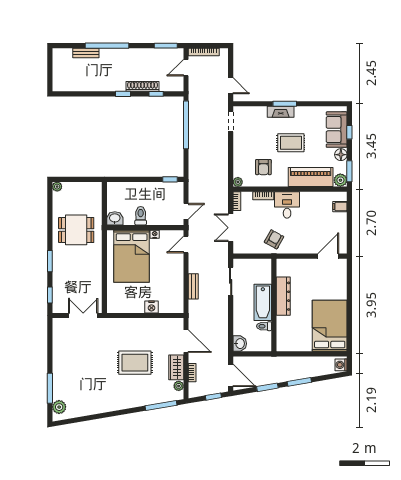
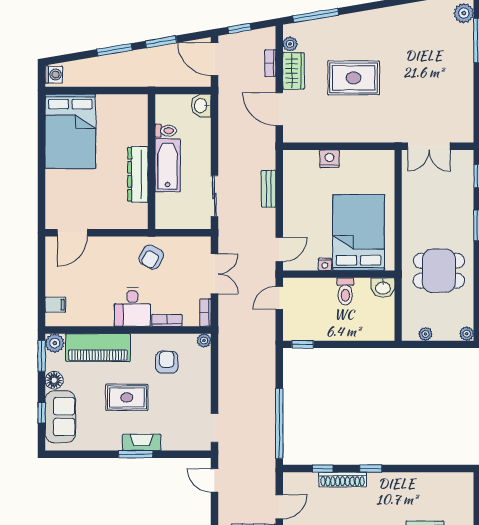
plant: (85, 186) -> (426, 334), added

